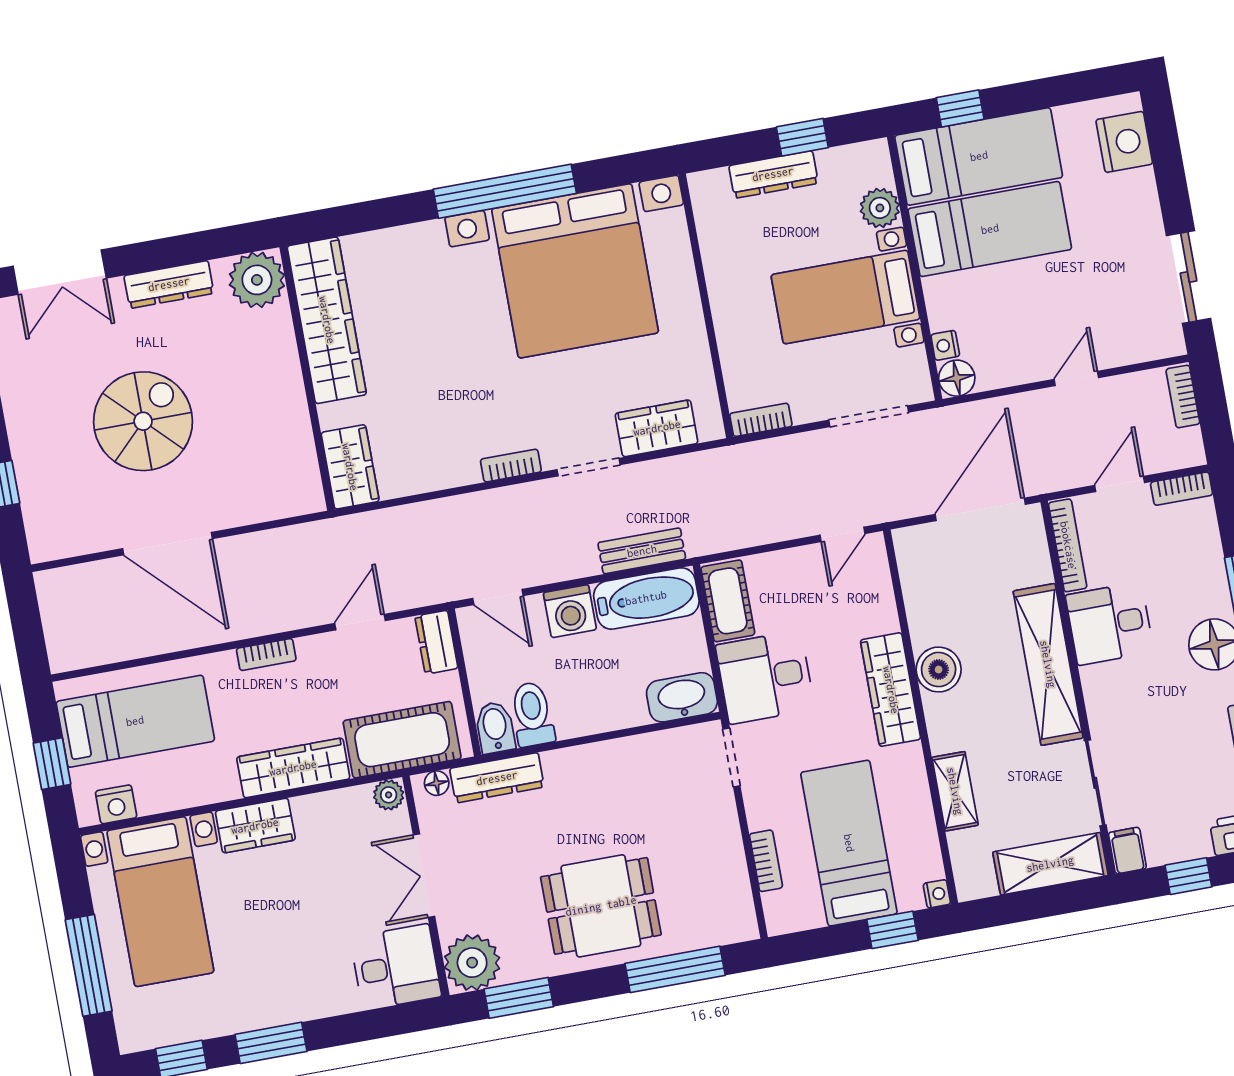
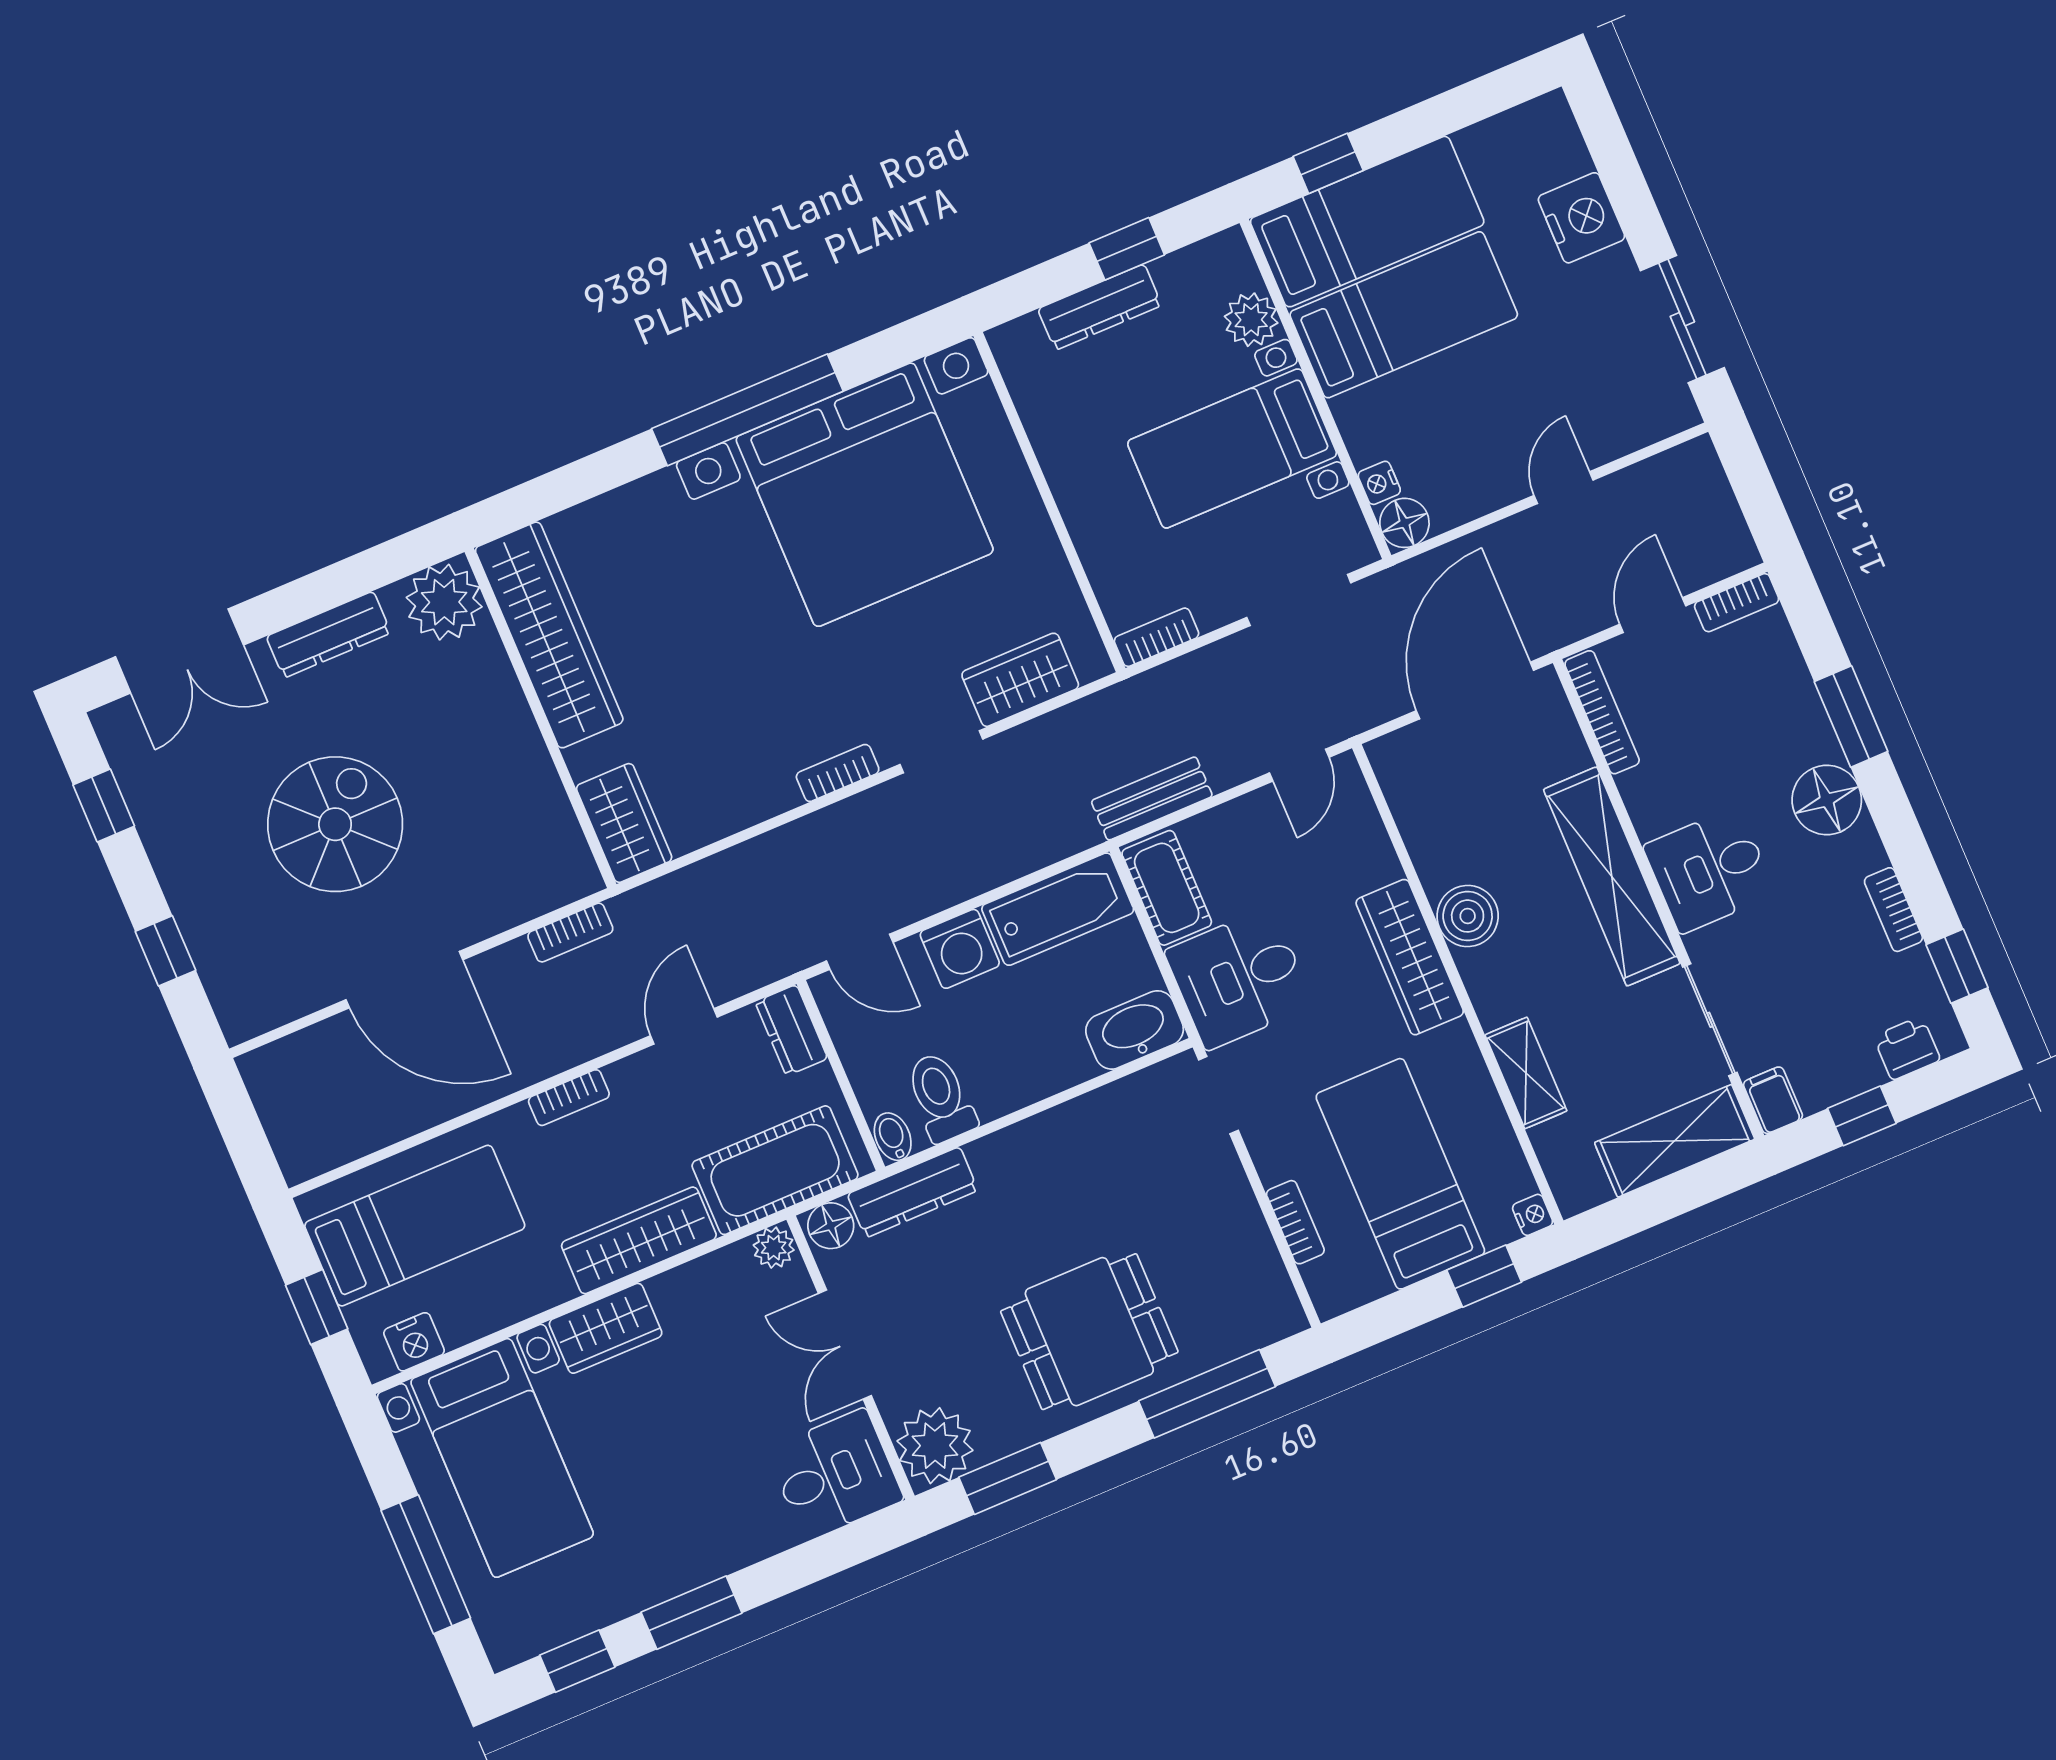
nightstand: (1124, 142) -> (1581, 218), moved
bookcase: (1183, 396) -> (570, 933), moved, turned -90
bench: (642, 551) -> (1152, 798), moved
desk: (1109, 624) -> (1709, 870), moved
bidet: (495, 727) -> (893, 1137), width x0.72, depth x0.74
floor lamp: (437, 783) -> (831, 1226), width x1.37, depth x1.37

